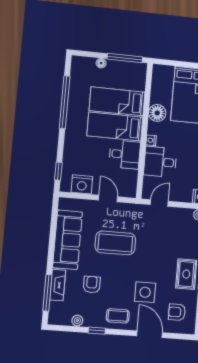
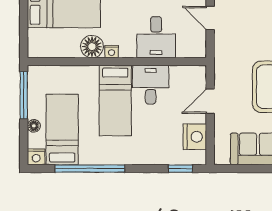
nightstand: (77, 62) -> (36, 157), added
bed: (117, 101) -> (62, 130), moved, turned 180
nightstand: (151, 140) -> (111, 52), moved
door: (159, 203) -> (210, 18), moved

